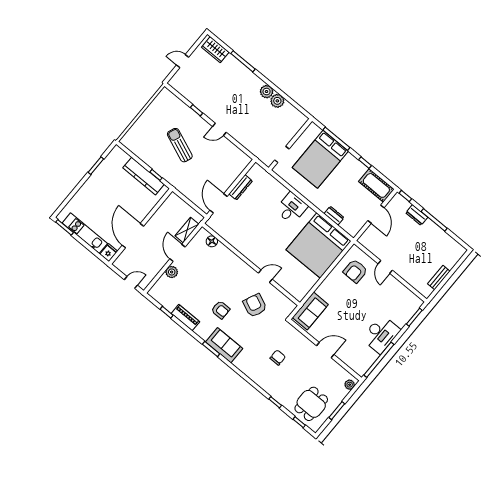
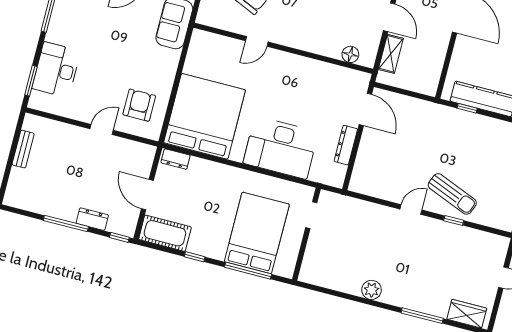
plant: (277, 101) -> (351, 284), removed
sun lounger: (180, 145) -> (452, 194), moved
desk: (292, 208) -> (281, 148), width x1.87, depth x1.30
dresser: (334, 216) -> (176, 159), moved
door: (385, 267) -> (102, 129), hinge flipped
desk: (381, 334) -> (56, 70), moved

